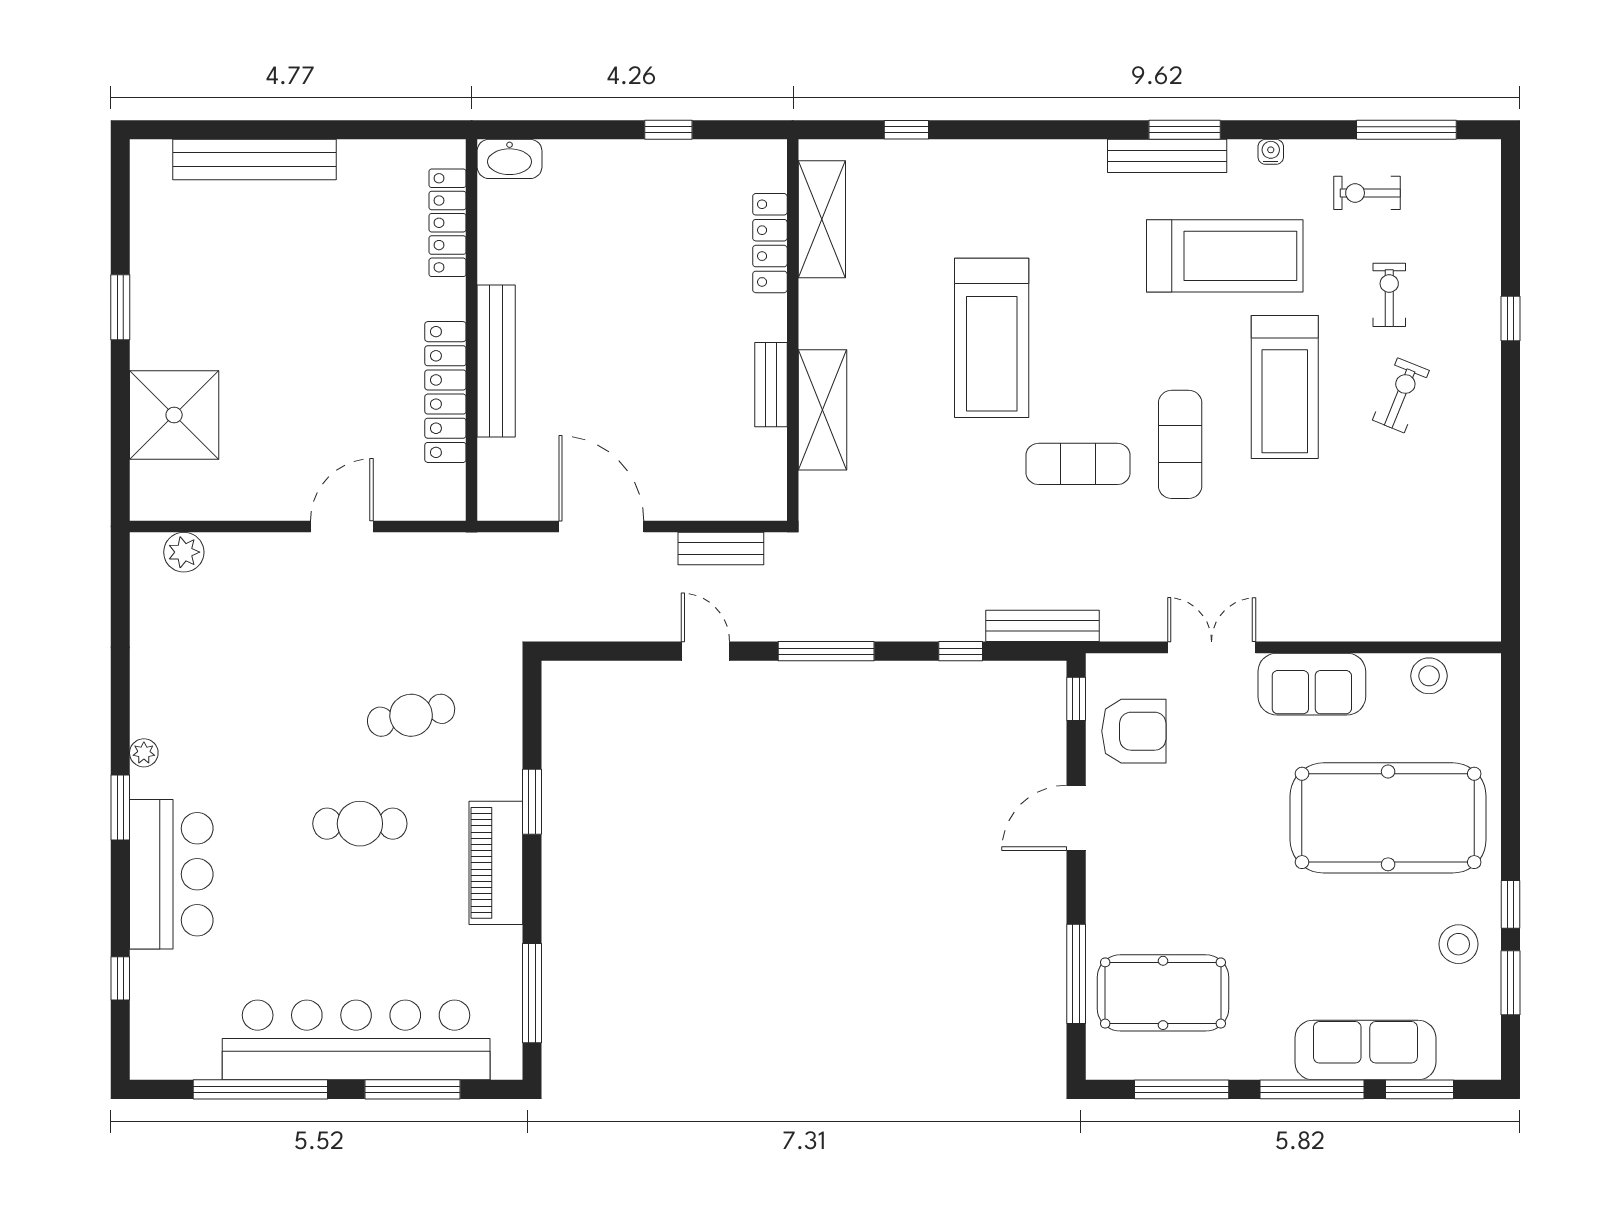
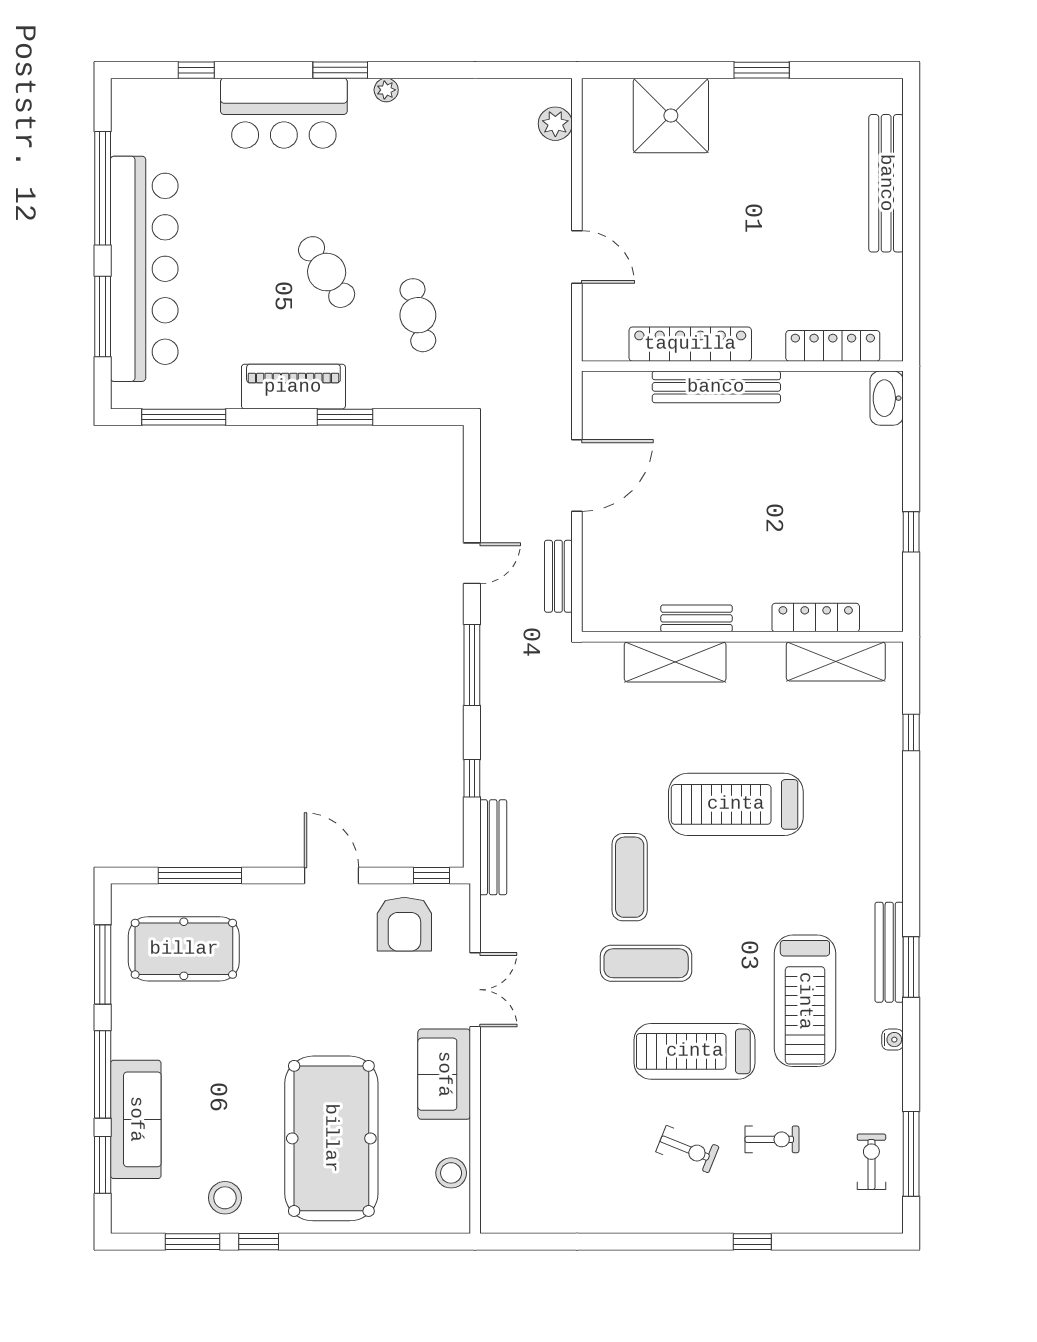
exercise bike: (1367, 193) -> (871, 1162), moved
cafe table: (360, 824) -> (327, 272), turned -33
pool table: (1163, 993) -> (184, 949), turned 90

